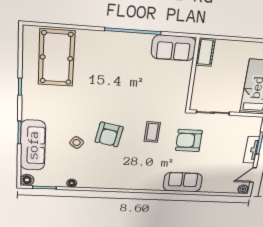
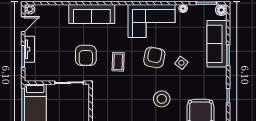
stool: (104, 88) -> (162, 99), added
armchair: (189, 141) -> (86, 55), turned 90
side table: (77, 143) -> (181, 63), moved
corner sofa: (109, 172) -> (151, 21), added
sofa: (183, 182) -> (92, 14), width x1.36

